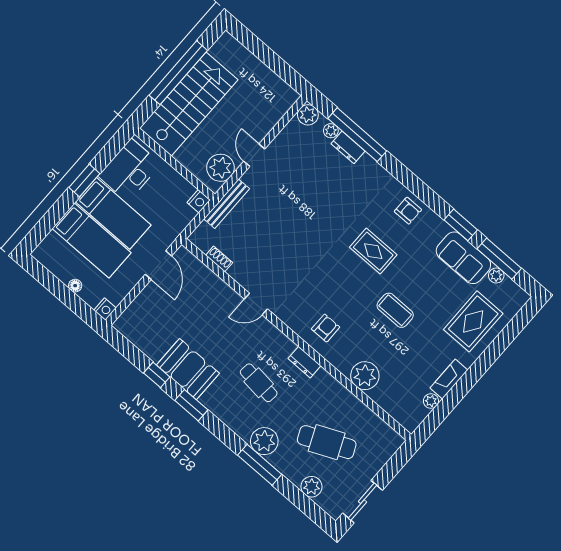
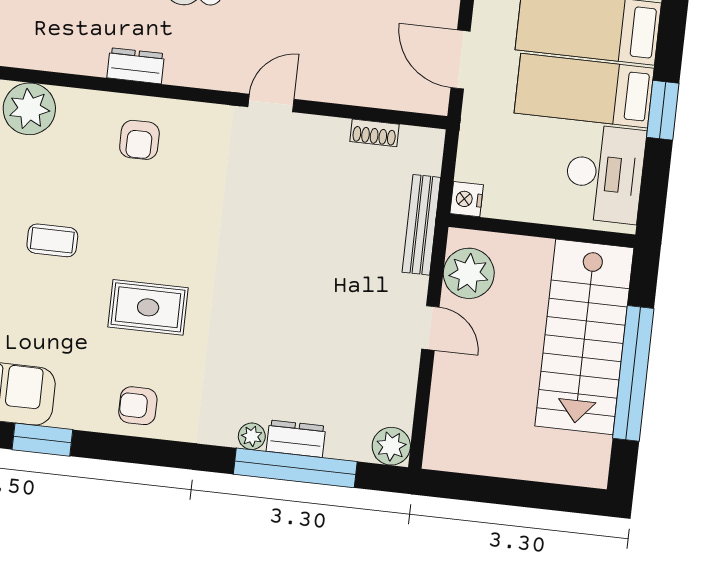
plant: (331, 131) -> (252, 436), moved
coffee table: (395, 310) -> (52, 240), width x0.73, depth x0.77

